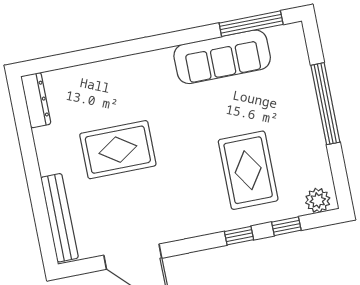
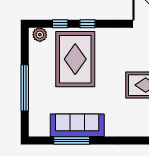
window: (251, 24) -> (72, 141), moved
rug: (248, 170) -> (75, 59), width x1.37, depth x1.44

